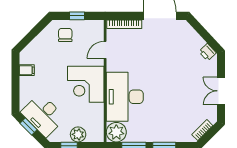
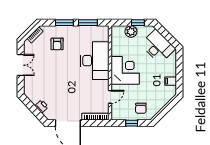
printer: (208, 52) -> (42, 106), moved
armchair: (174, 118) -> (57, 44), added
window: (29, 126) -> (169, 38), removed
plant: (116, 132) -> (101, 33), removed

